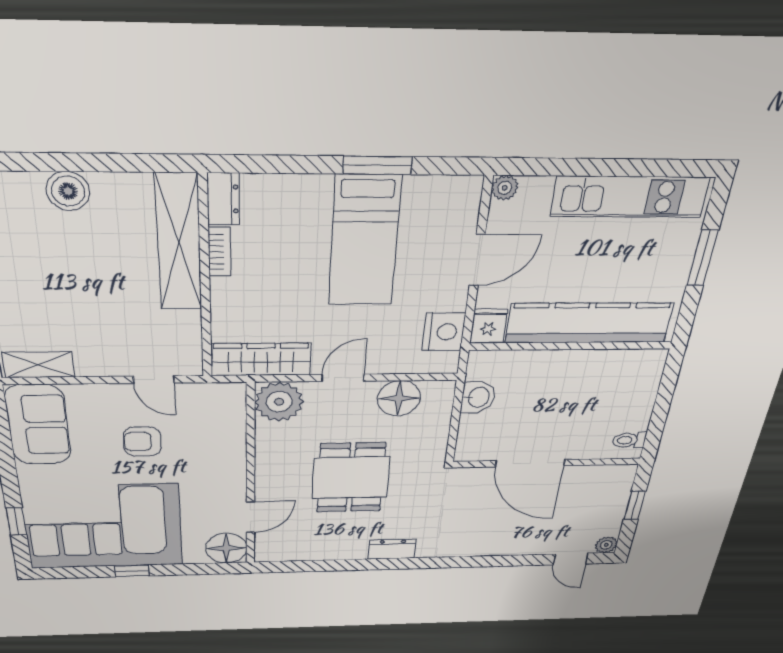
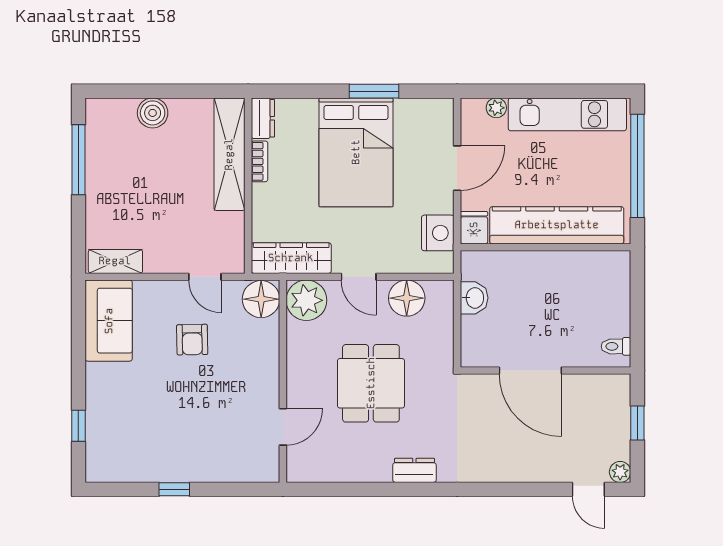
plant: (505, 188) -> (496, 108), moved
bed: (364, 241) -> (356, 152), width x1.50
window: (702, 258) -> (637, 166), width x2.11
door: (343, 378) -> (359, 277), swing flipped
armchair: (142, 442) -> (192, 340), turned -91
corner sofa: (103, 527) -> (153, 434), removed
floor lamp: (226, 548) -> (261, 299), moved

